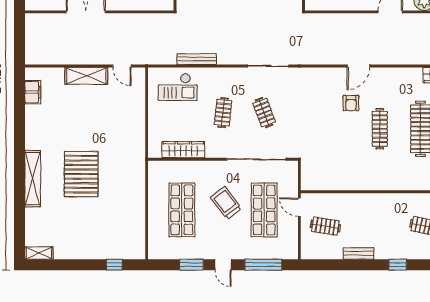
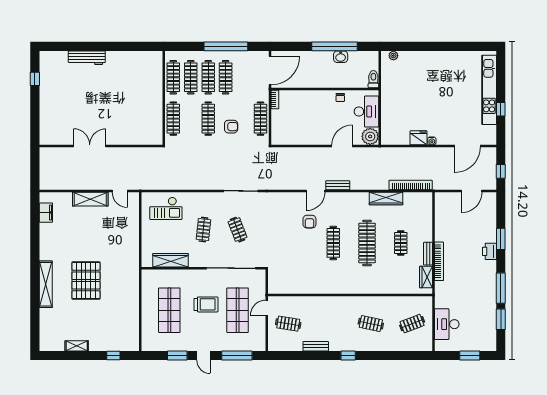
bench: (197, 59) -> (338, 185), moved, width x0.73
trolley: (226, 203) -> (206, 304), turned 127
door: (299, 207) -> (267, 308), hinge flipped
shelving: (39, 253) -> (77, 346), moved

